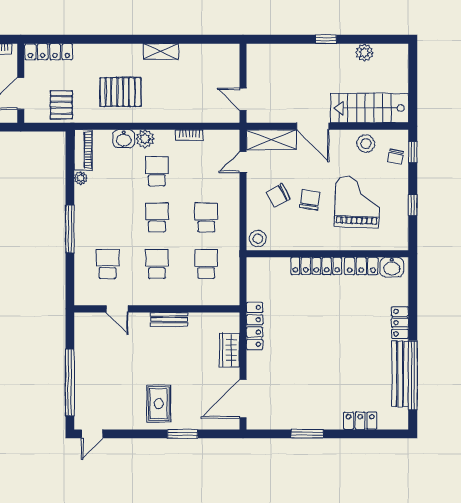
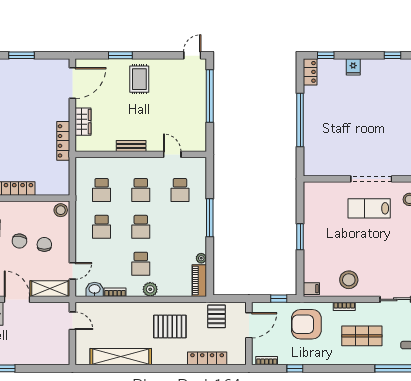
shelving: (161, 51) -> (121, 357), width x2.20, depth x1.33
locker: (49, 52) -> (207, 358), moved
washbasin: (124, 139) -> (95, 289), moved
chair: (278, 195) -> (44, 244), turned -61

